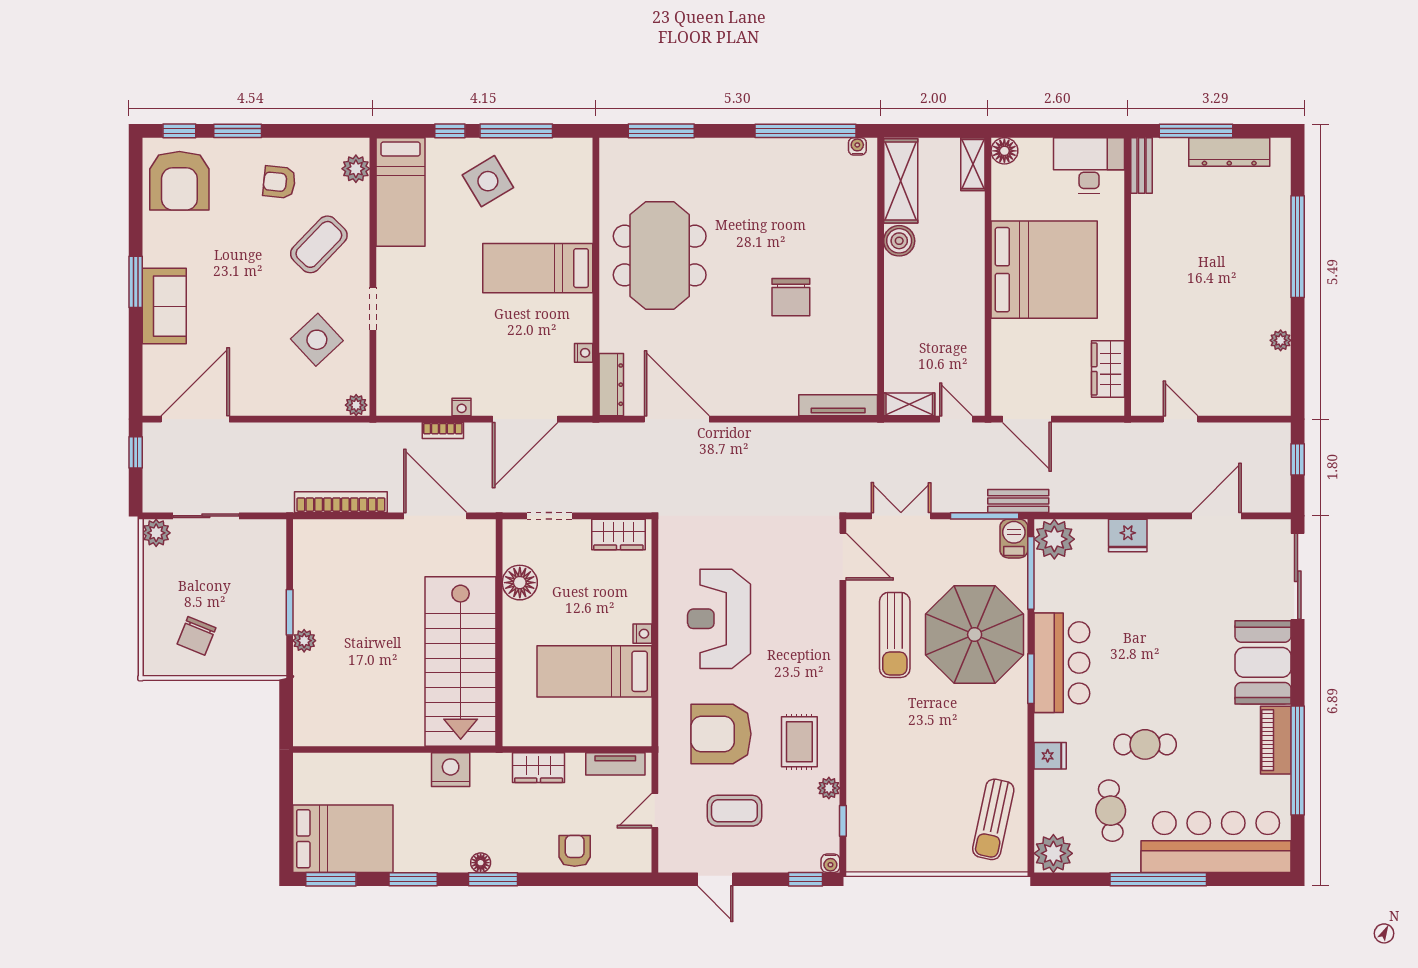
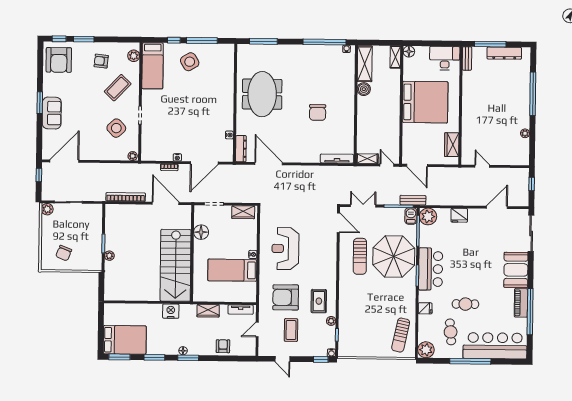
bed: (538, 268) -> (210, 99), removed
coffee table: (734, 811) -> (291, 330), turned 90

